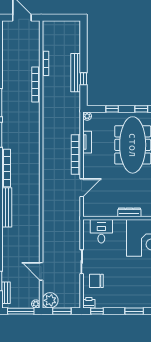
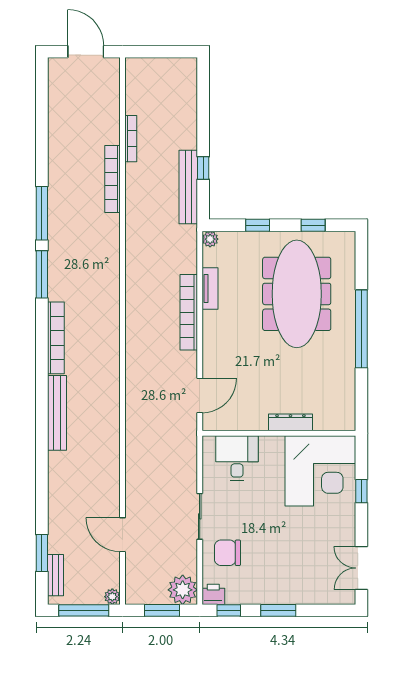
bench: (76, 73) -> (188, 187), moved
door: (82, 188) -> (200, 395), moved
plant: (50, 300) -> (183, 590), moved
window: (134, 311) -> (278, 610), moved

